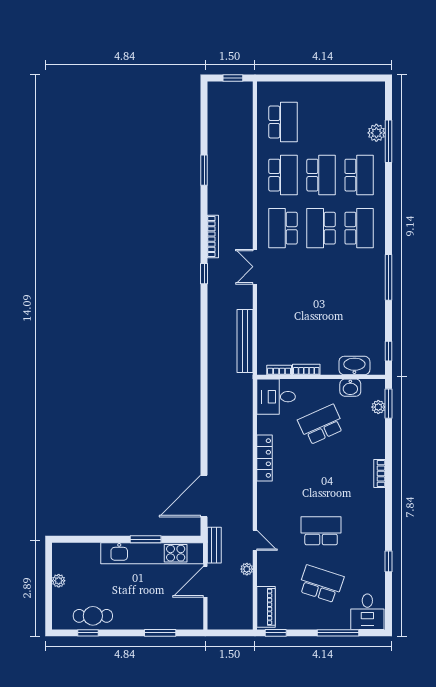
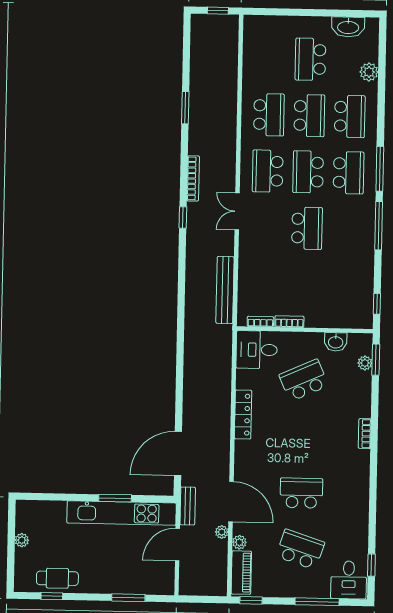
school desk: (283, 122) -> (310, 59), moved, turned 180
window: (388, 141) -> (380, 169), moved
school desk: (321, 281) -> (307, 228), added
washbasin: (354, 366) -> (348, 27), moved, turned 180
door: (255, 540) -> (231, 502), width x1.88
window: (388, 561) -> (371, 565), moved
plant: (264, 578) -> (239, 542), added

